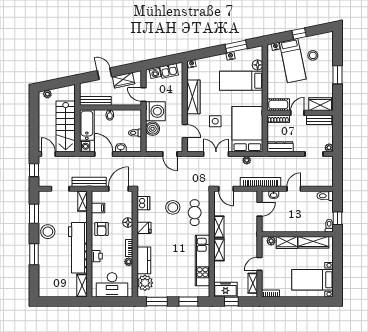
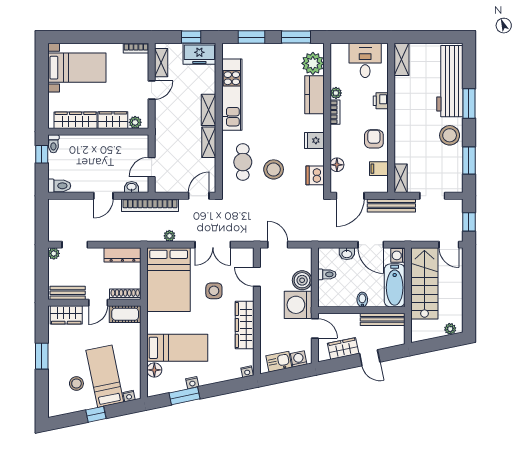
door: (226, 189) -> (199, 196), hinge flipped
floor lamp: (128, 222) -> (337, 165), moved
workbench: (78, 248) -> (450, 81), moved, turned 180
desk: (112, 285) -> (365, 60), width x0.73

